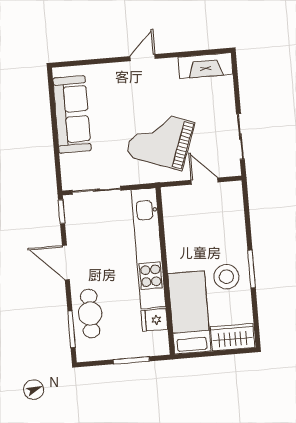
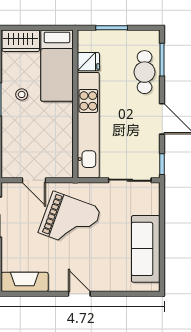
door: (143, 58) -> (79, 294), swing flipped
stool: (226, 277) -> (22, 94), width x0.53, depth x0.53

